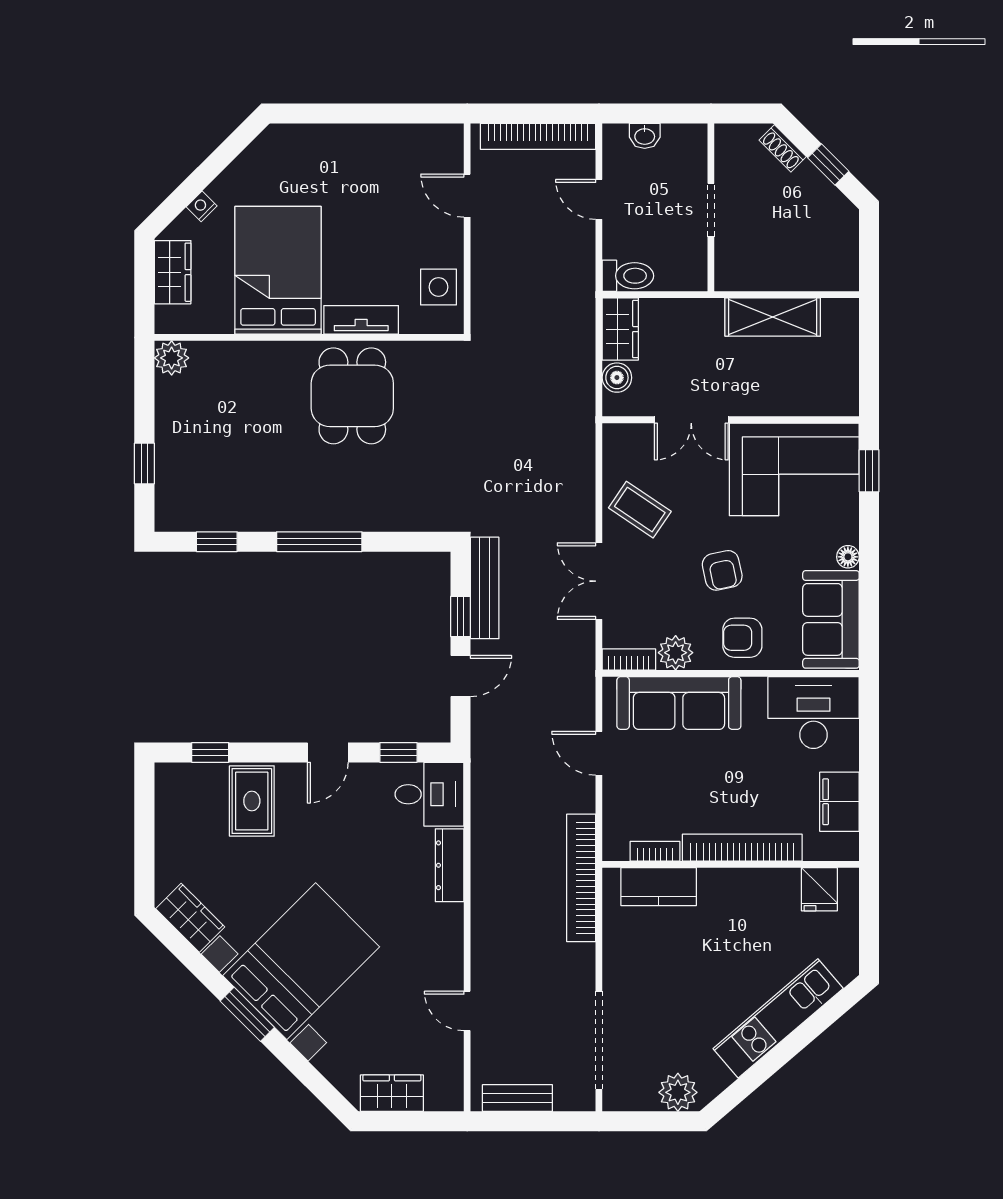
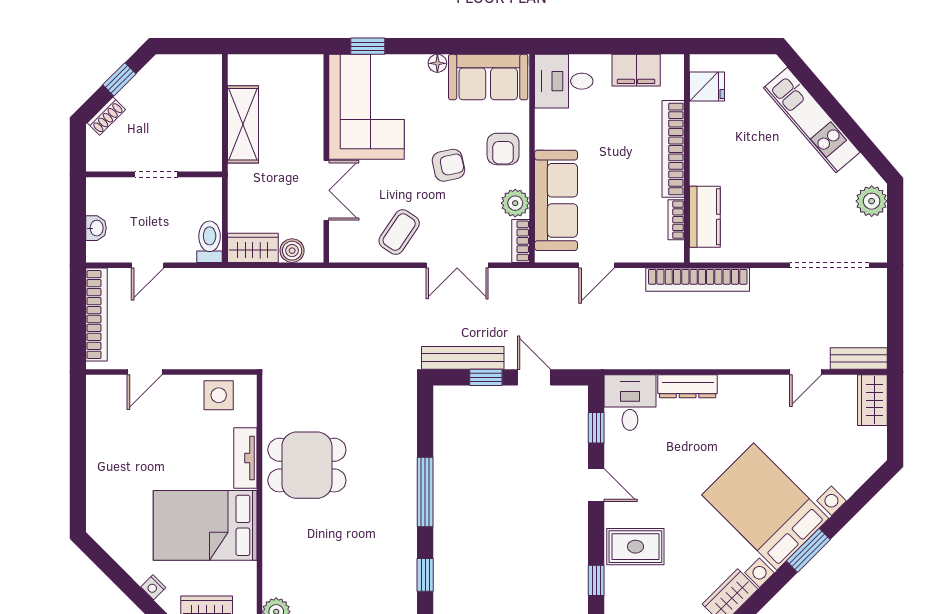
desk: (813, 713) -> (564, 81), width x0.73
wardrobe: (392, 1093) -> (872, 400), moved
bench: (517, 1098) -> (859, 358), moved, turned 90

